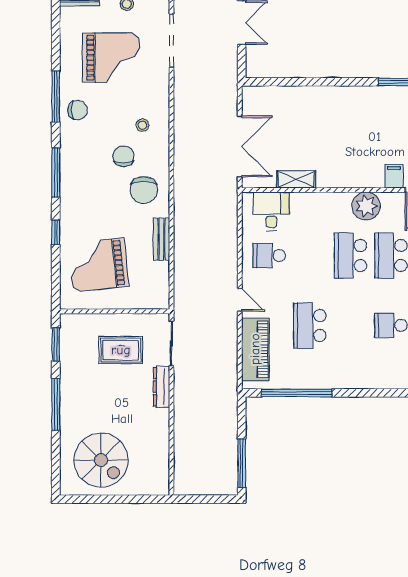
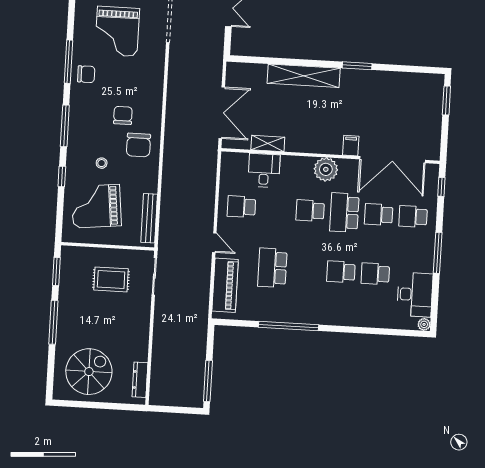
grand piano: (111, 58) -> (117, 31), turned 90
shelving: (334, 97) -> (304, 76), added
stool: (142, 125) -> (102, 163), moved
desk: (271, 211) -> (264, 170), moved
bench: (161, 239) -> (149, 218), moved, width x1.36
school desk: (350, 256) -> (310, 211), width x0.54
dresser: (162, 387) -> (140, 380), moved
window: (297, 393) -> (288, 326), moved
spiral stairs: (101, 460) -> (89, 372), turned -90

